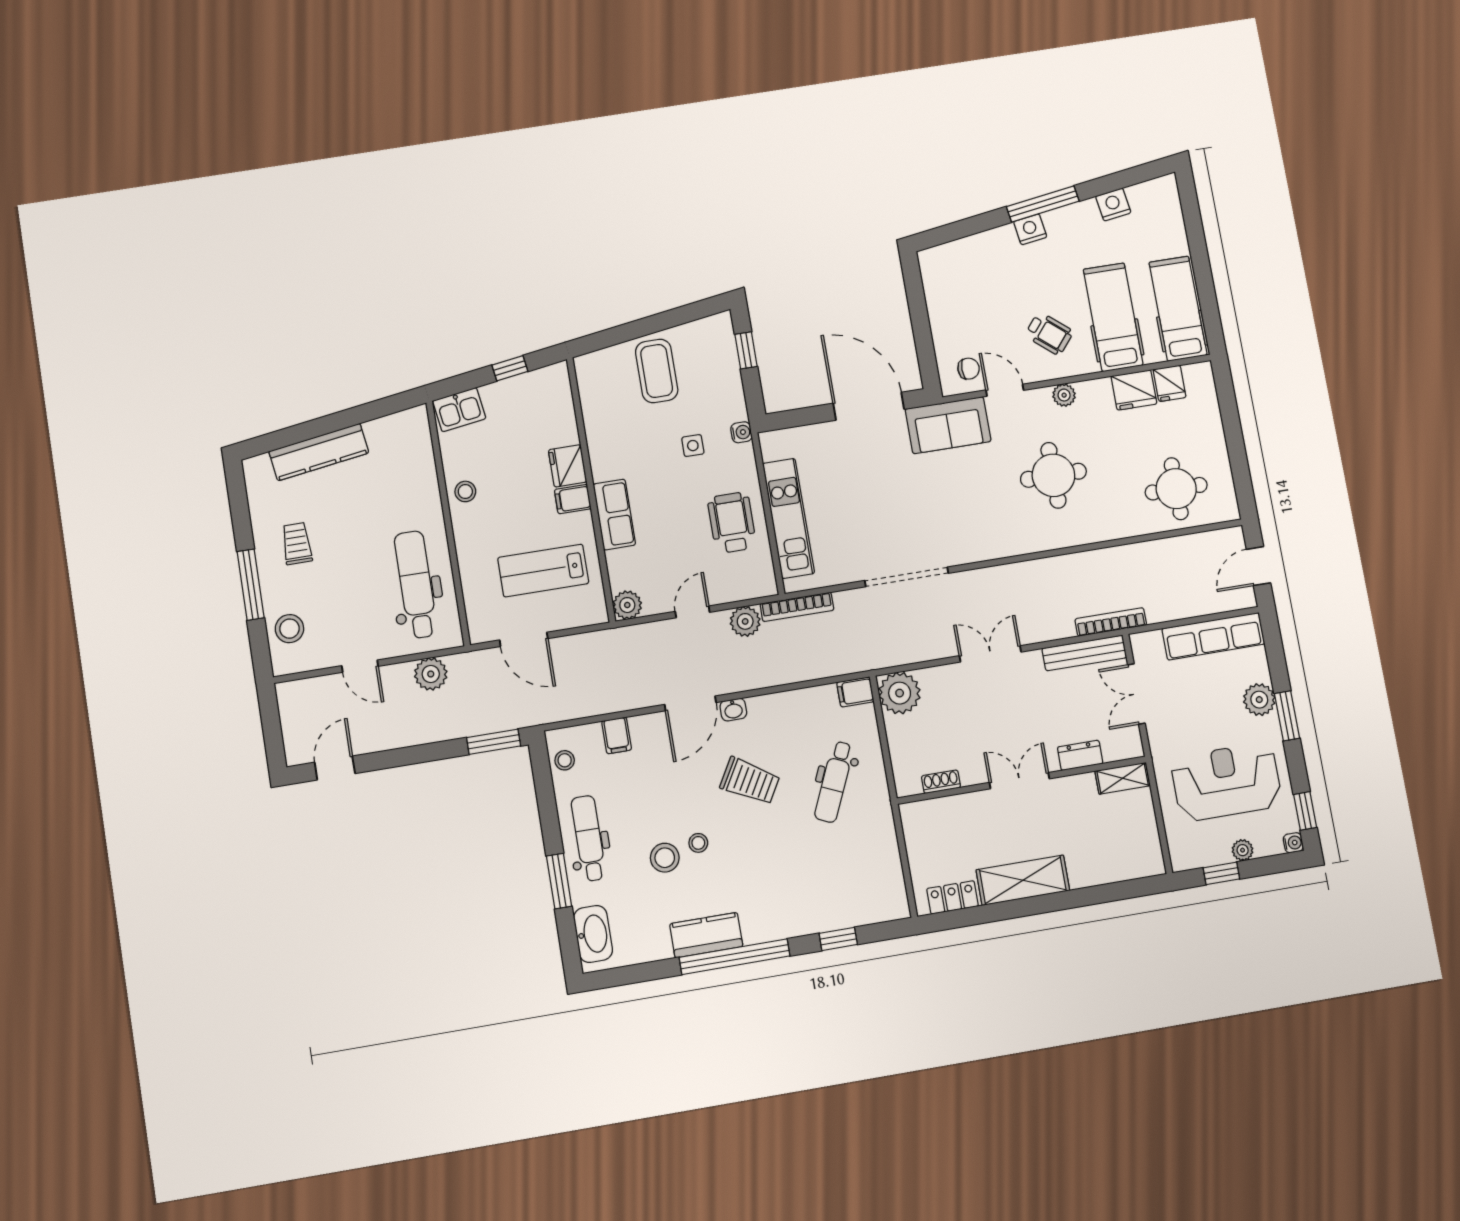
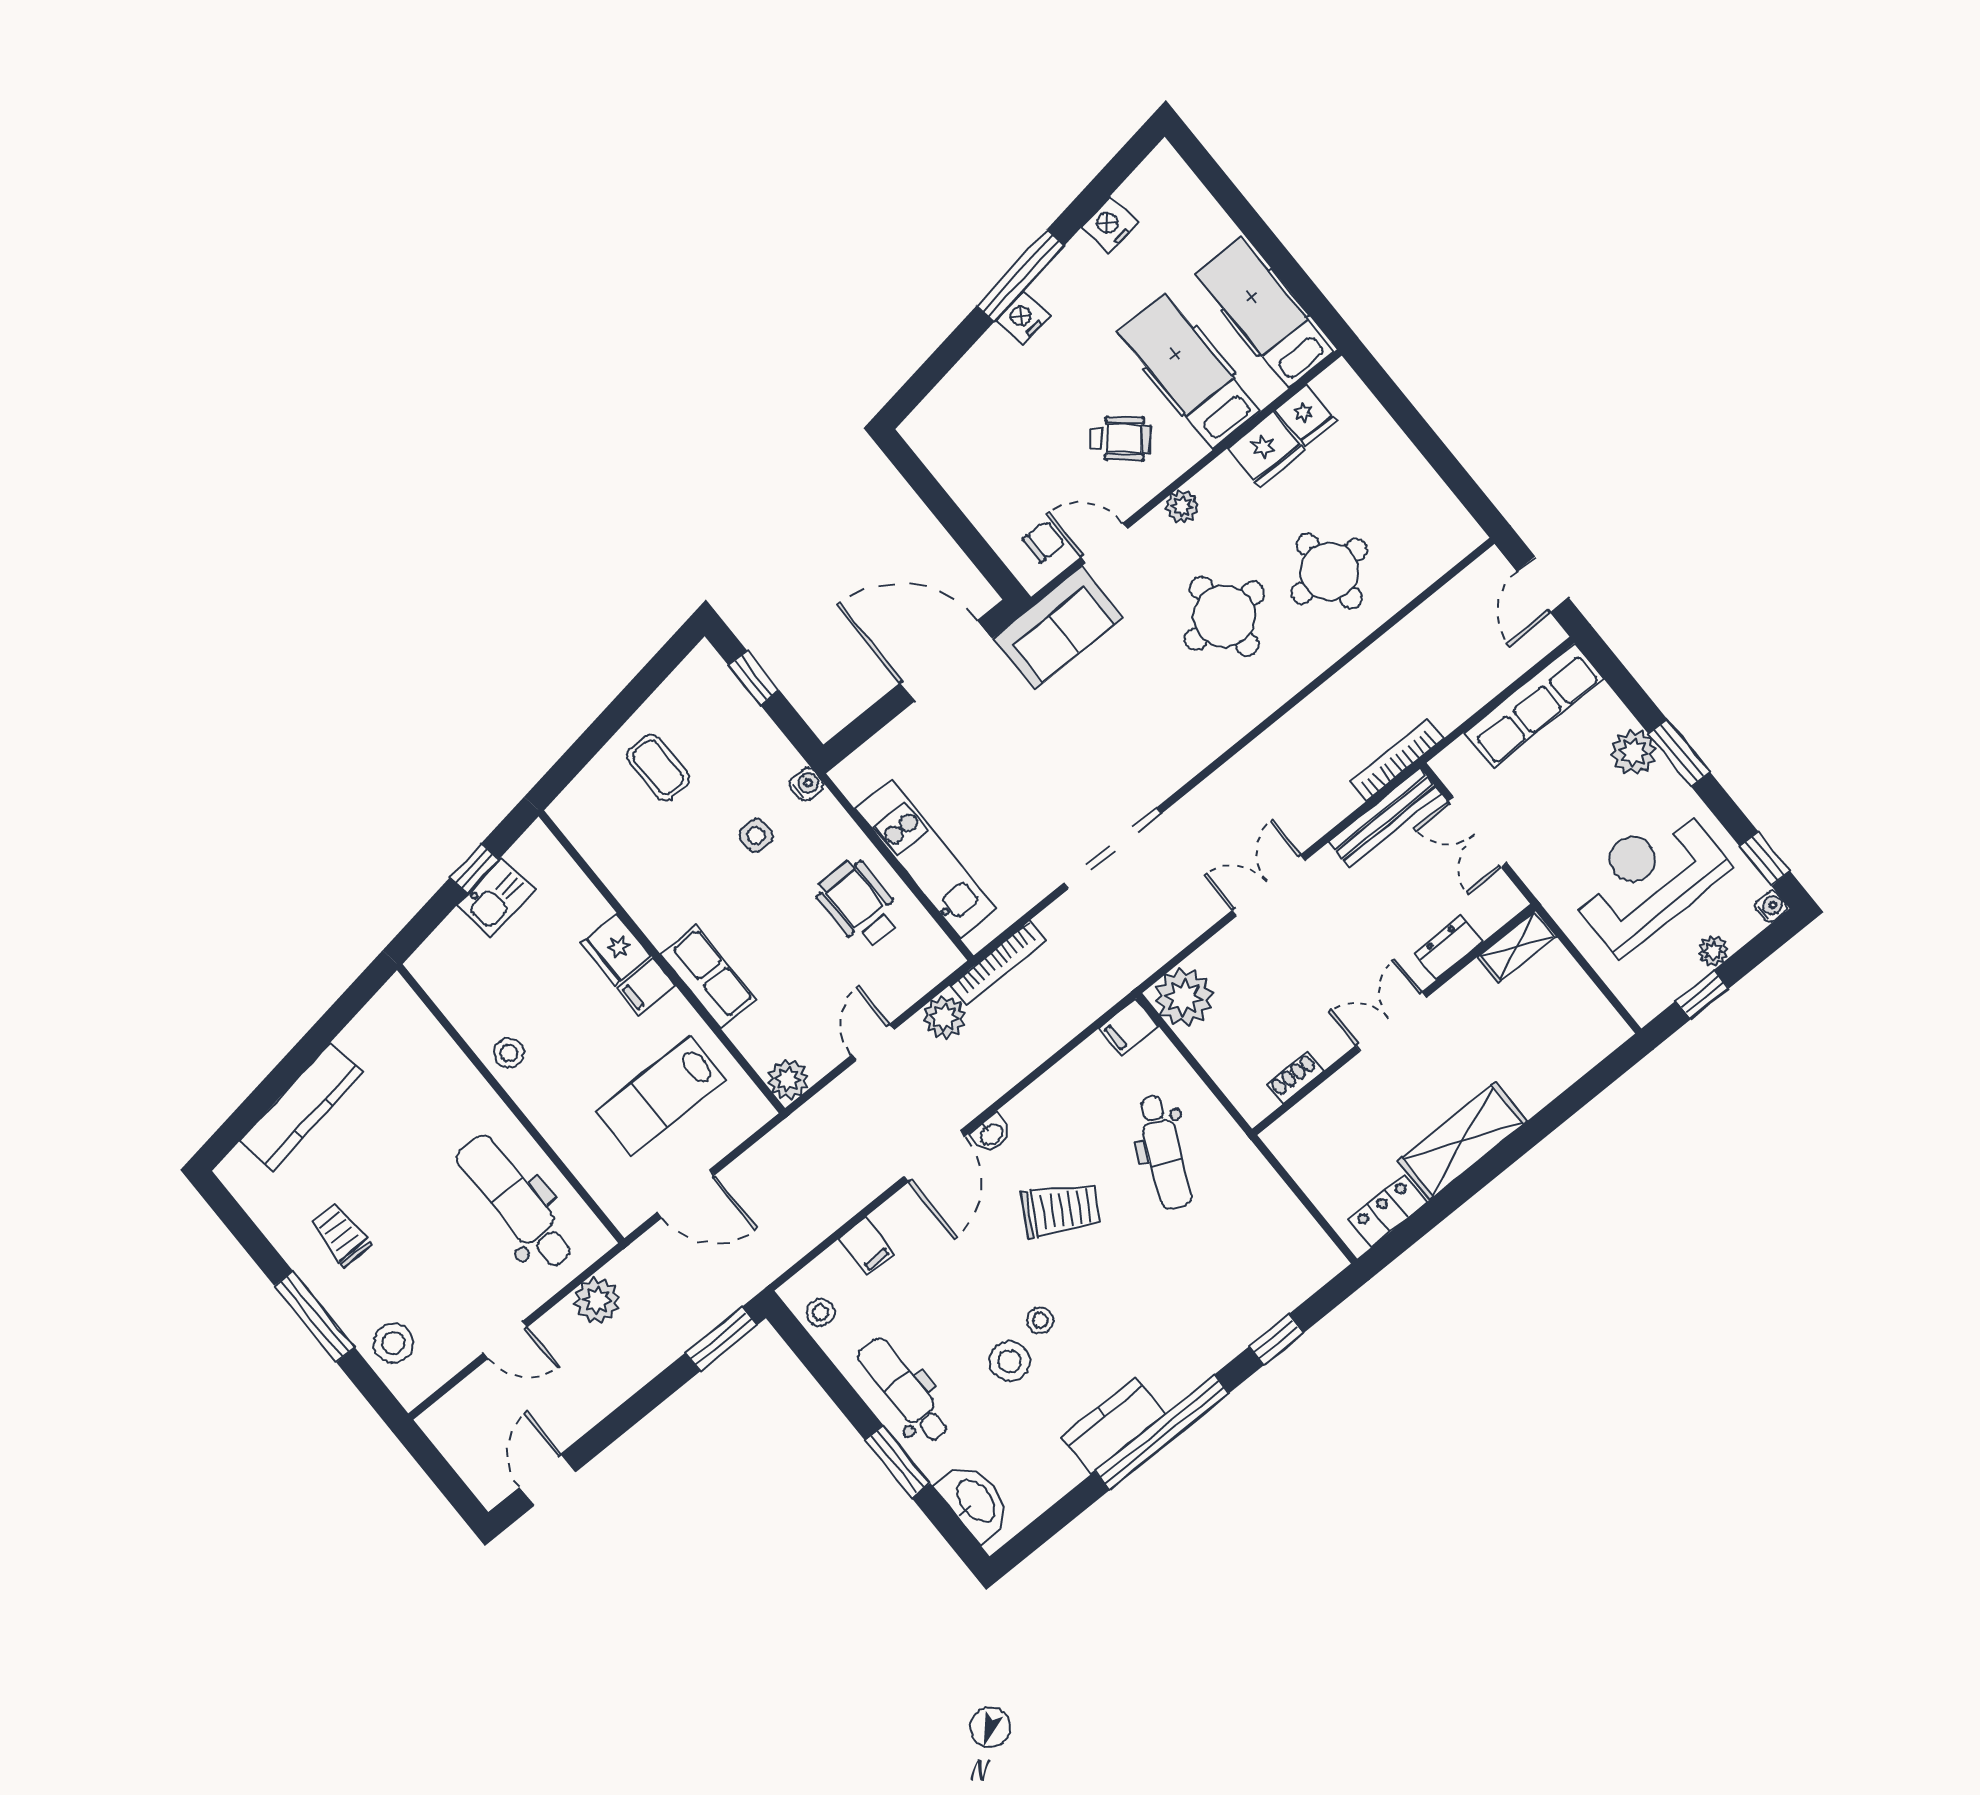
coffee table: (657, 371) -> (658, 767), width x0.73, depth x0.77
kitchen sink: (459, 410) -> (496, 898), moved
round table: (1176, 489) -> (1329, 571), moved

